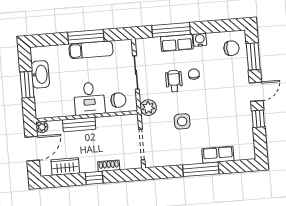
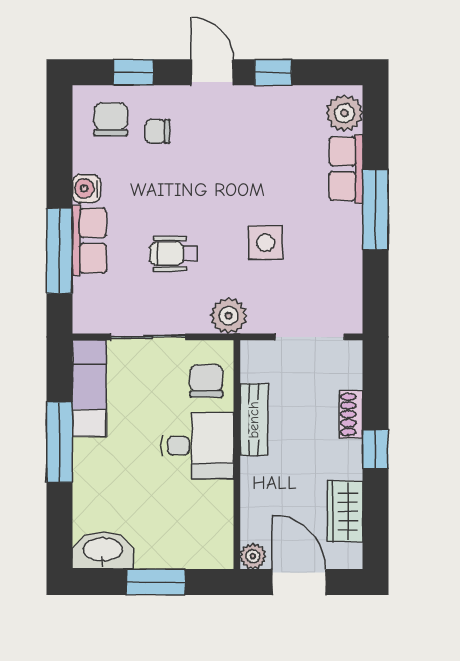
exam couch: (91, 50) -> (89, 388), moved
window: (253, 56) -> (133, 72), width x0.67
washbasin: (40, 74) -> (103, 551), moved
chair: (194, 74) -> (158, 131), moved
bench: (79, 125) -> (254, 420), moved
plant: (243, 152) -> (344, 113), added

